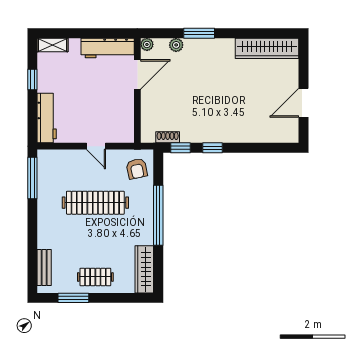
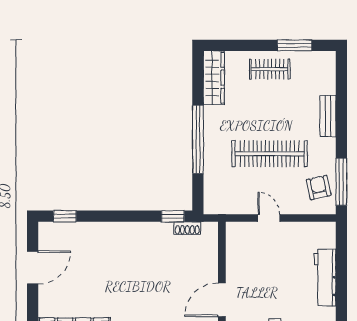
window: (32, 80) -> (341, 294), removed
workbench: (47, 118) -> (325, 278), moved
window: (212, 148) -> (65, 216), moved
armchair: (137, 169) -> (319, 187), moved
bench: (44, 267) -> (328, 116), moved

